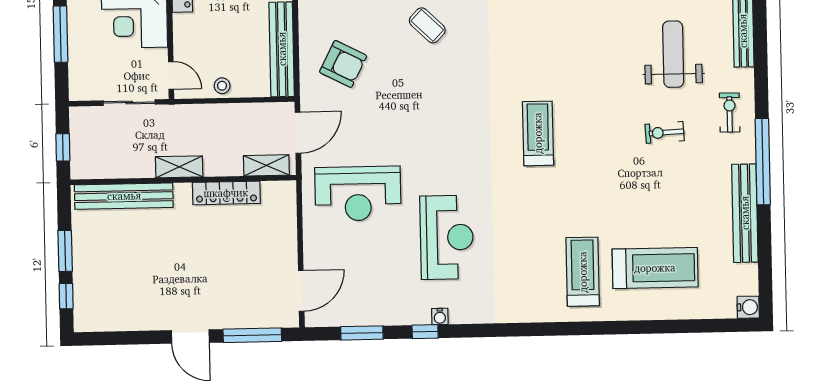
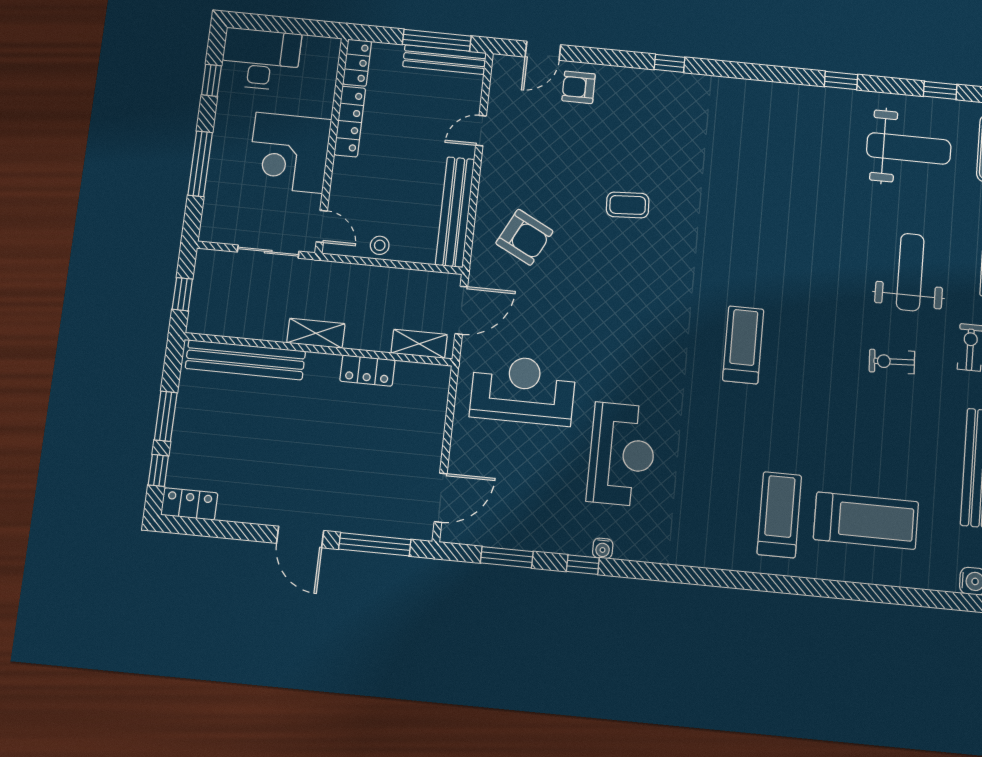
coffee table: (427, 25) -> (628, 205), turned -47
locker: (226, 193) -> (367, 371), width x0.66
reception desk: (358, 194) -> (523, 390), turned 180
locker: (96, 321) -> (189, 504), added

